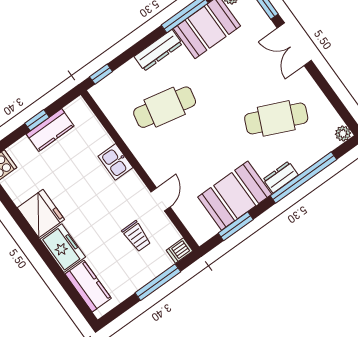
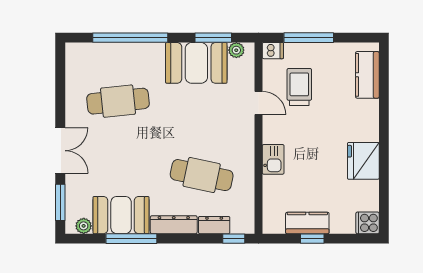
cafe table: (276, 118) -> (118, 101), turned -30
plant: (343, 134) -> (236, 50), moved
dresser: (281, 177) -> (214, 225), moved, turned 180
door: (161, 199) -> (258, 103), swing flipped
trolley: (137, 236) -> (299, 87), width x1.36, depth x1.39
freezer: (63, 248) -> (366, 120), removed

